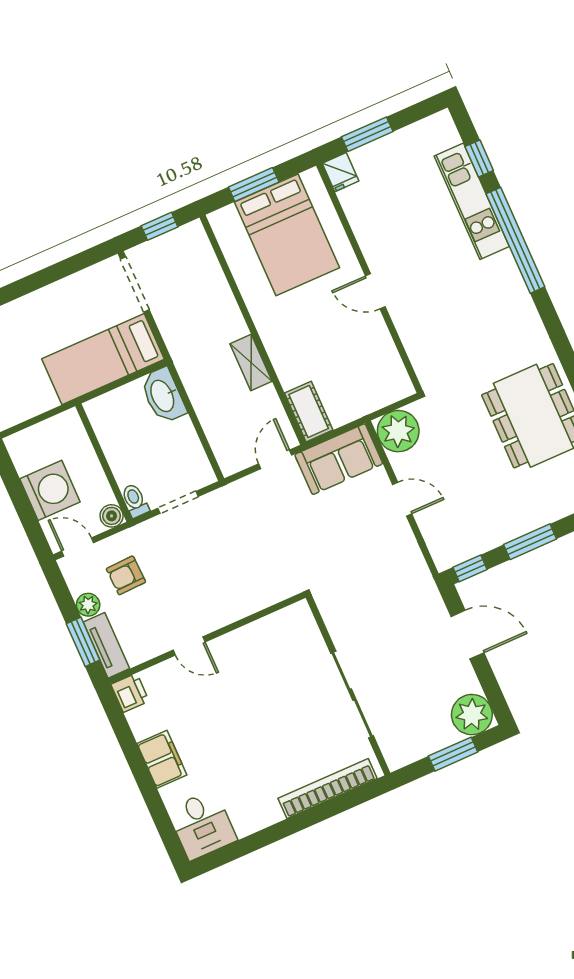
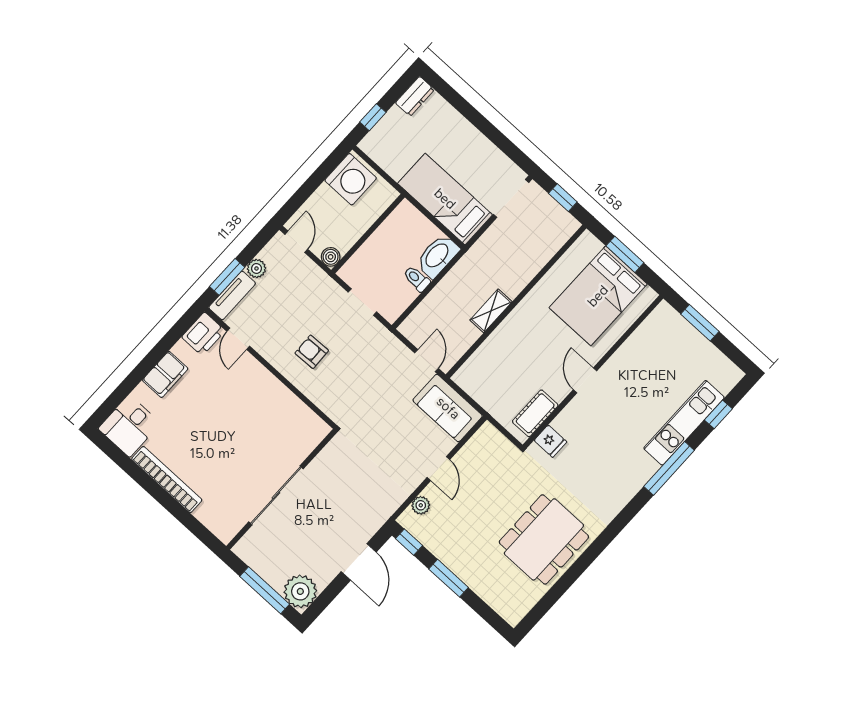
fridge: (340, 172) -> (550, 441), moved, turned -90
window: (515, 240) -> (669, 468), width x0.68
cot: (309, 412) -> (535, 413), moved
plant: (398, 431) -> (421, 505), moved, width x0.53, depth x0.53
door: (275, 459) -> (427, 361), hinge flipped
washing machine: (50, 490) -> (351, 179), moved
toilet: (135, 501) -> (417, 279), moved, turned -90
armchair: (126, 575) -> (312, 352), moved
door: (189, 646) -> (238, 339), moved
printer: (130, 693) -> (203, 334), width x1.36, depth x1.24
window: (453, 754) -> (265, 590), width x1.44
bookcase: (328, 788) -> (167, 480), moved

